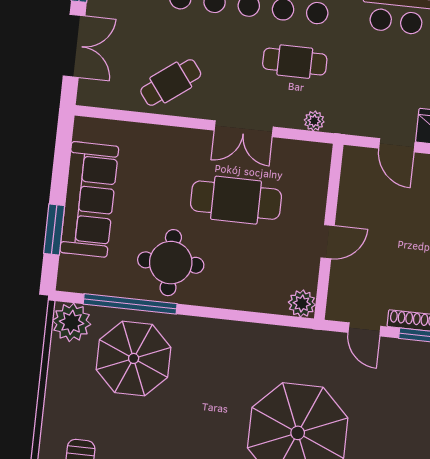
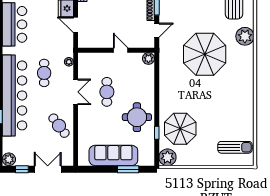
door: (397, 145) -> (76, 25), swing flipped
cafe table: (236, 200) -> (107, 92), width x0.73, depth x0.74
window: (130, 304) -> (157, 133), width x0.32

